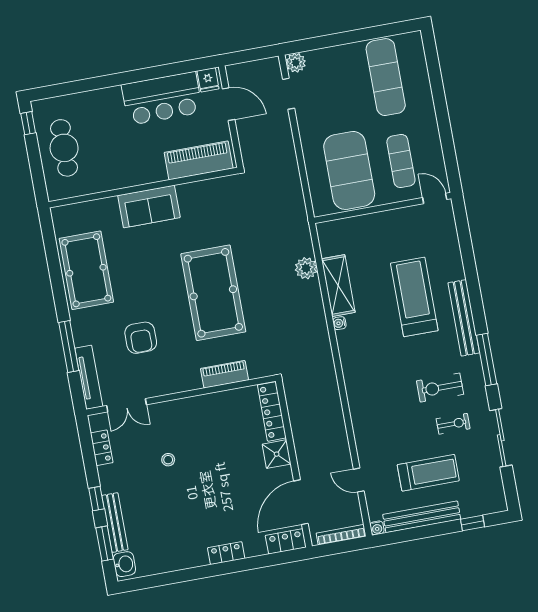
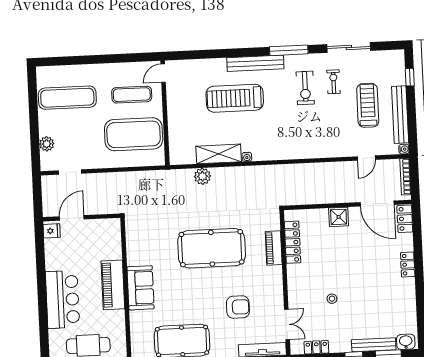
plant: (296, 63) -> (47, 144), moved
bar counter: (162, 98) -> (62, 299), moved
piano: (199, 160) -> (113, 285), moved
locker: (272, 411) -> (293, 242), moved, turned -90

